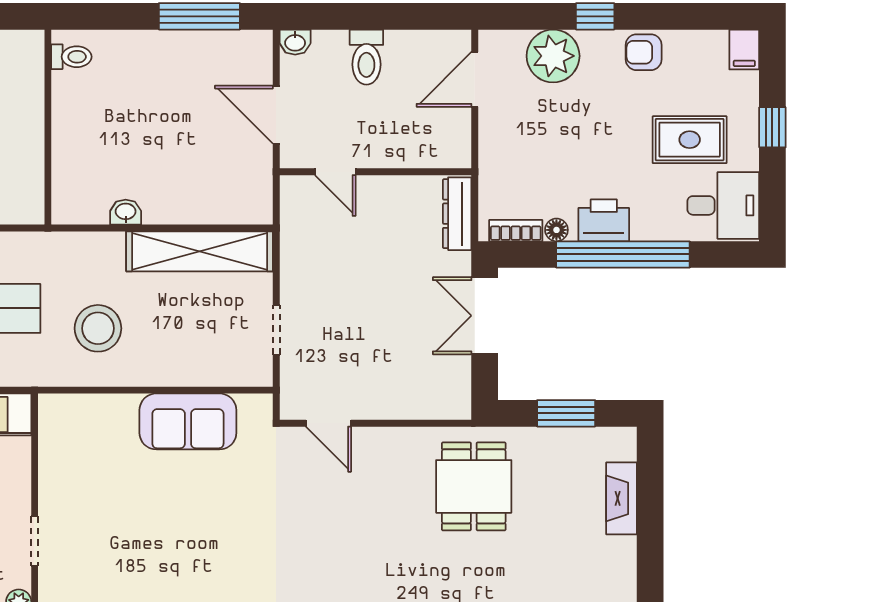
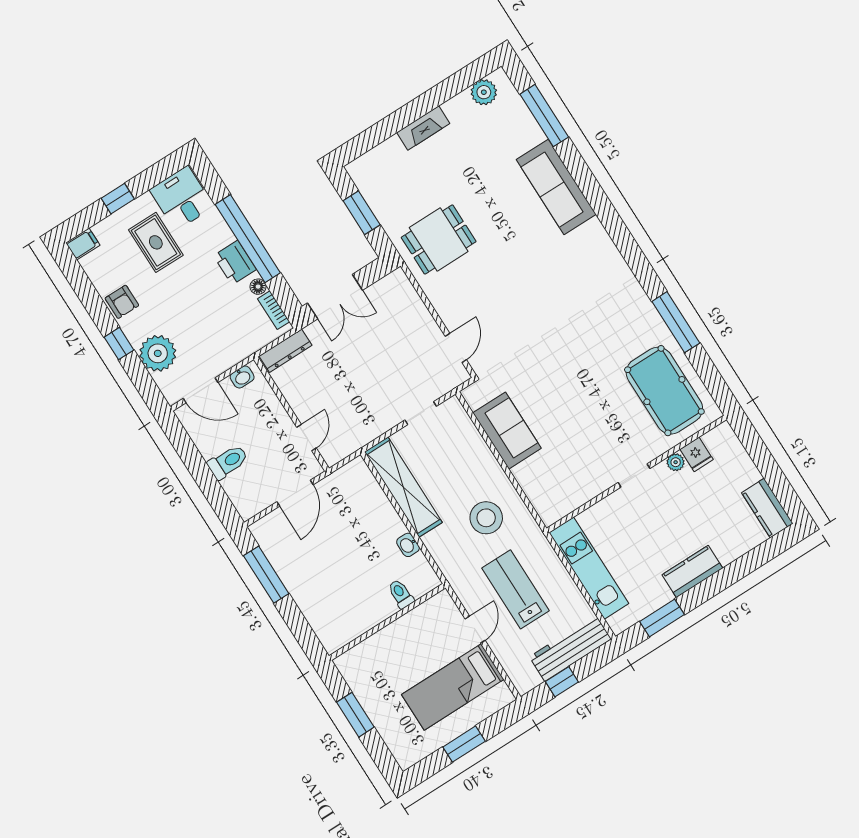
washbasin: (295, 42) -> (242, 377), moved, turned 90
toilet: (71, 57) -> (401, 594), moved
fireplace: (621, 498) -> (423, 128), moved

